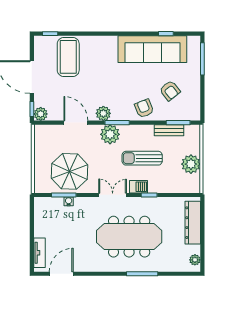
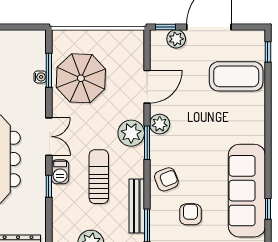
armchair: (170, 91) -> (190, 214), turned 128
plant: (41, 114) -> (176, 39), moved
bench: (169, 130) -> (137, 206), width x1.36

